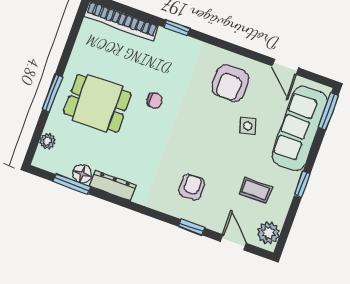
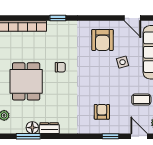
dining table: (97, 103) -> (26, 81), turned 90
dresser: (113, 186) -> (49, 128), width x0.70

